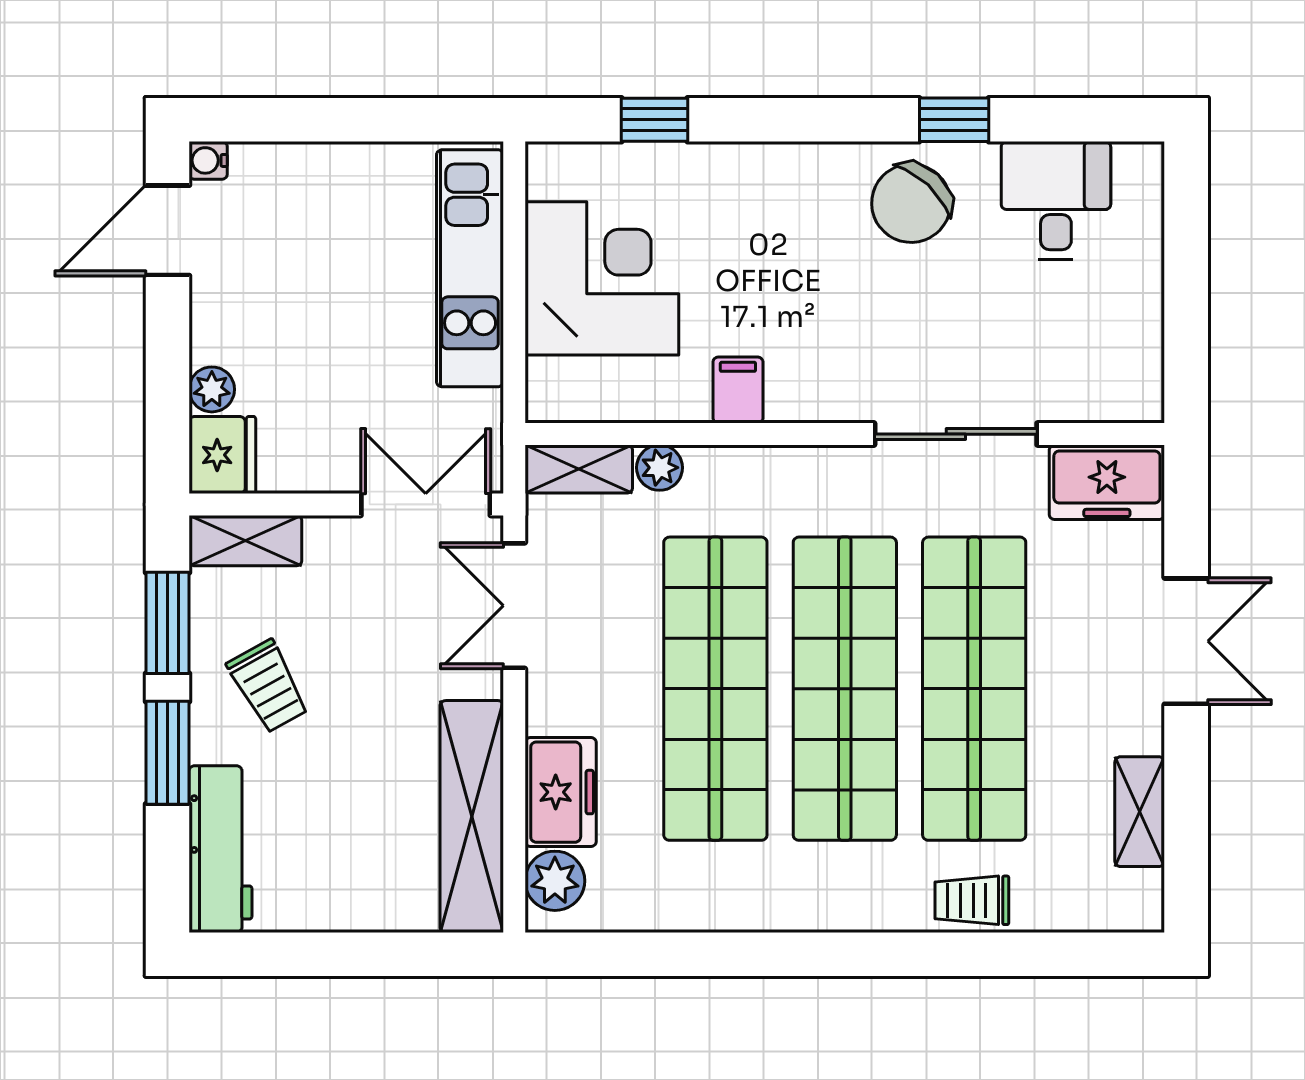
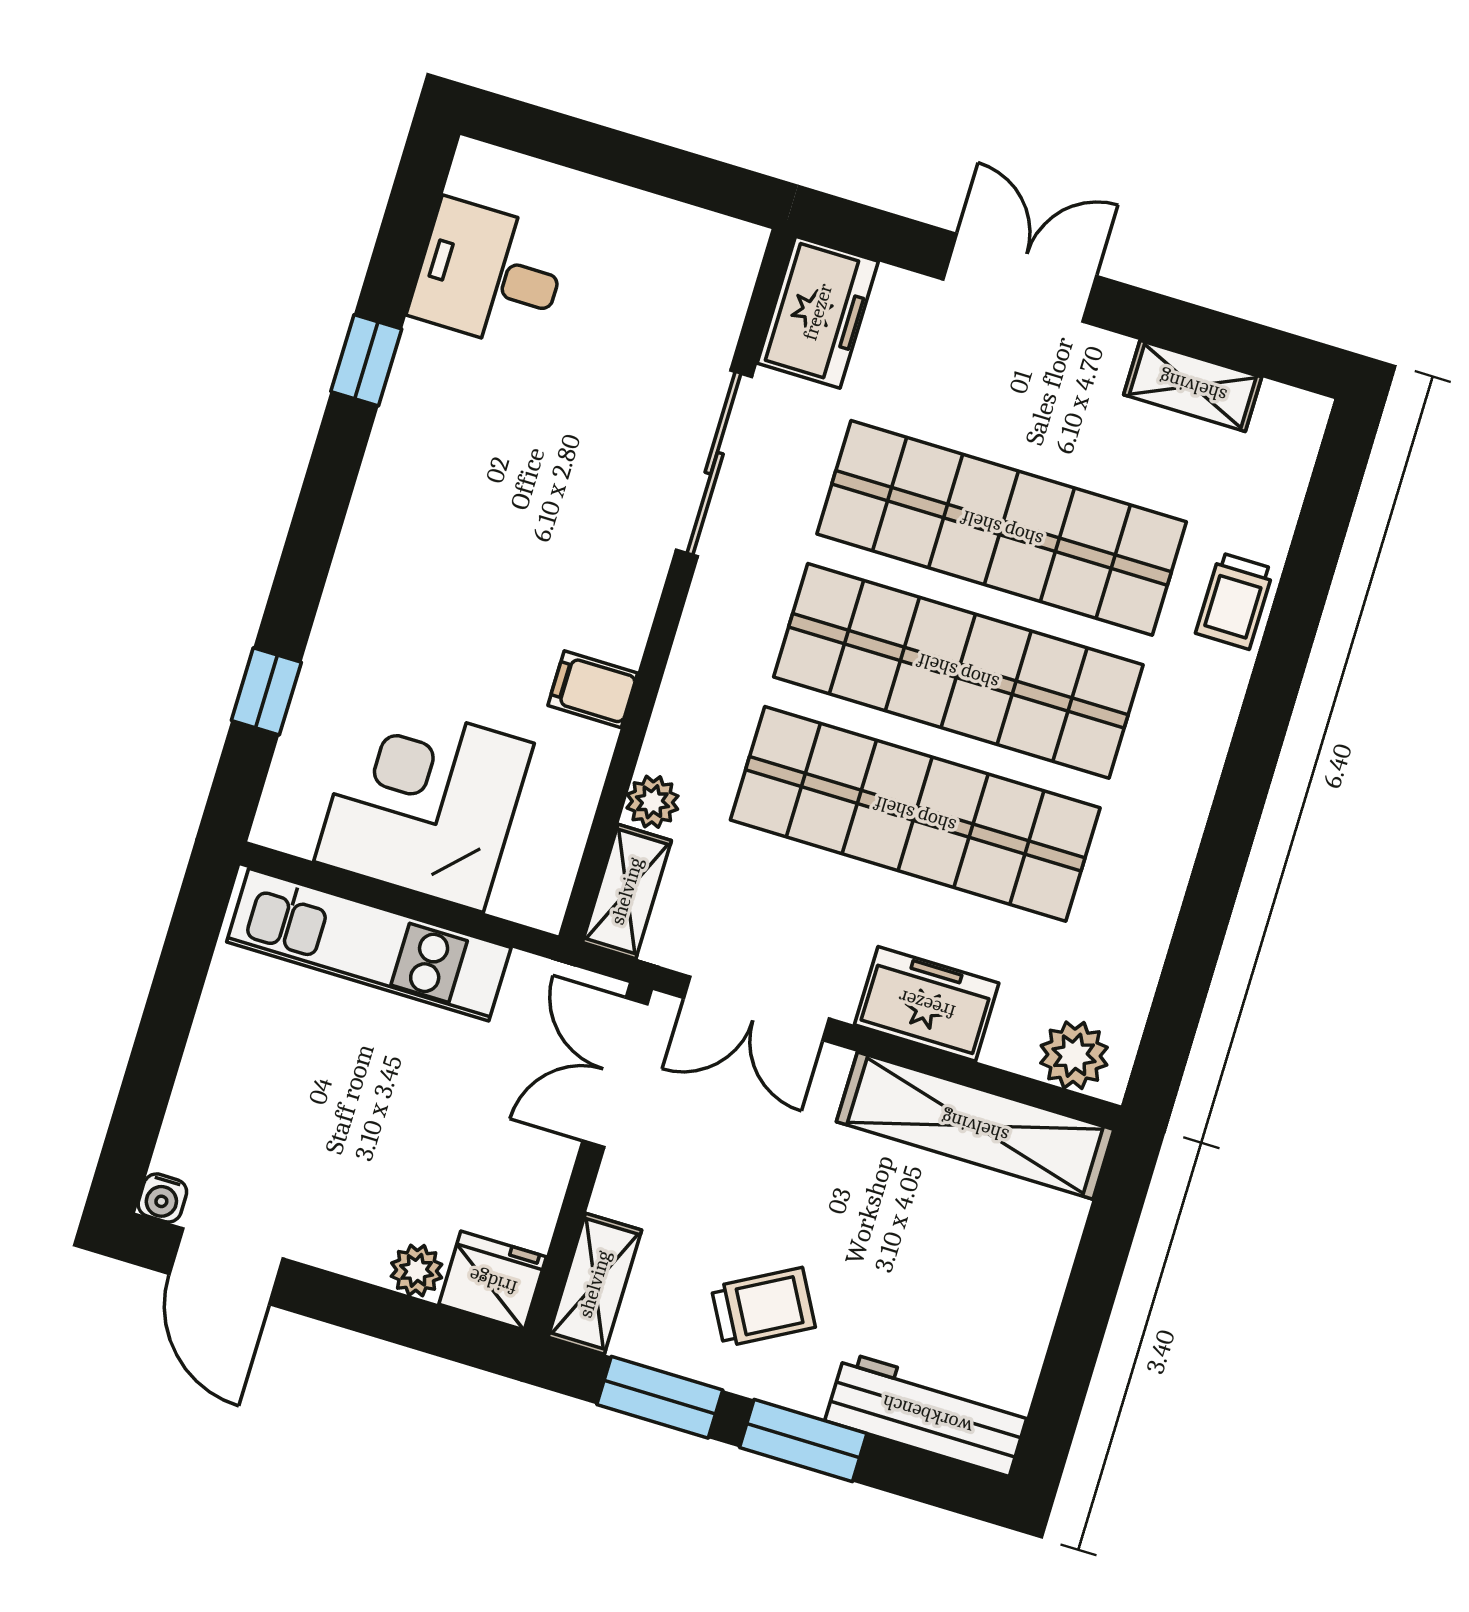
chair: (911, 203) -> (444, 436), removed
freezer: (561, 792) -> (927, 1004), moved

